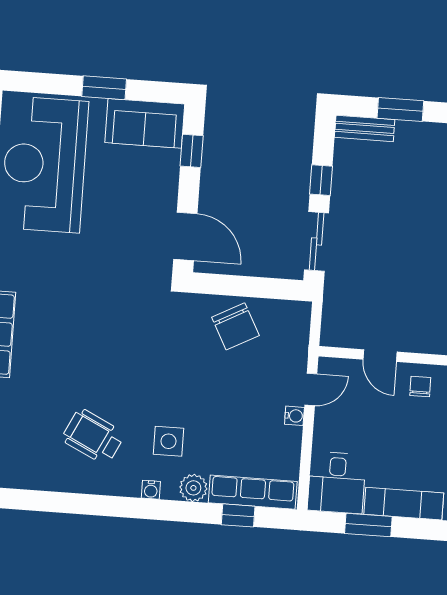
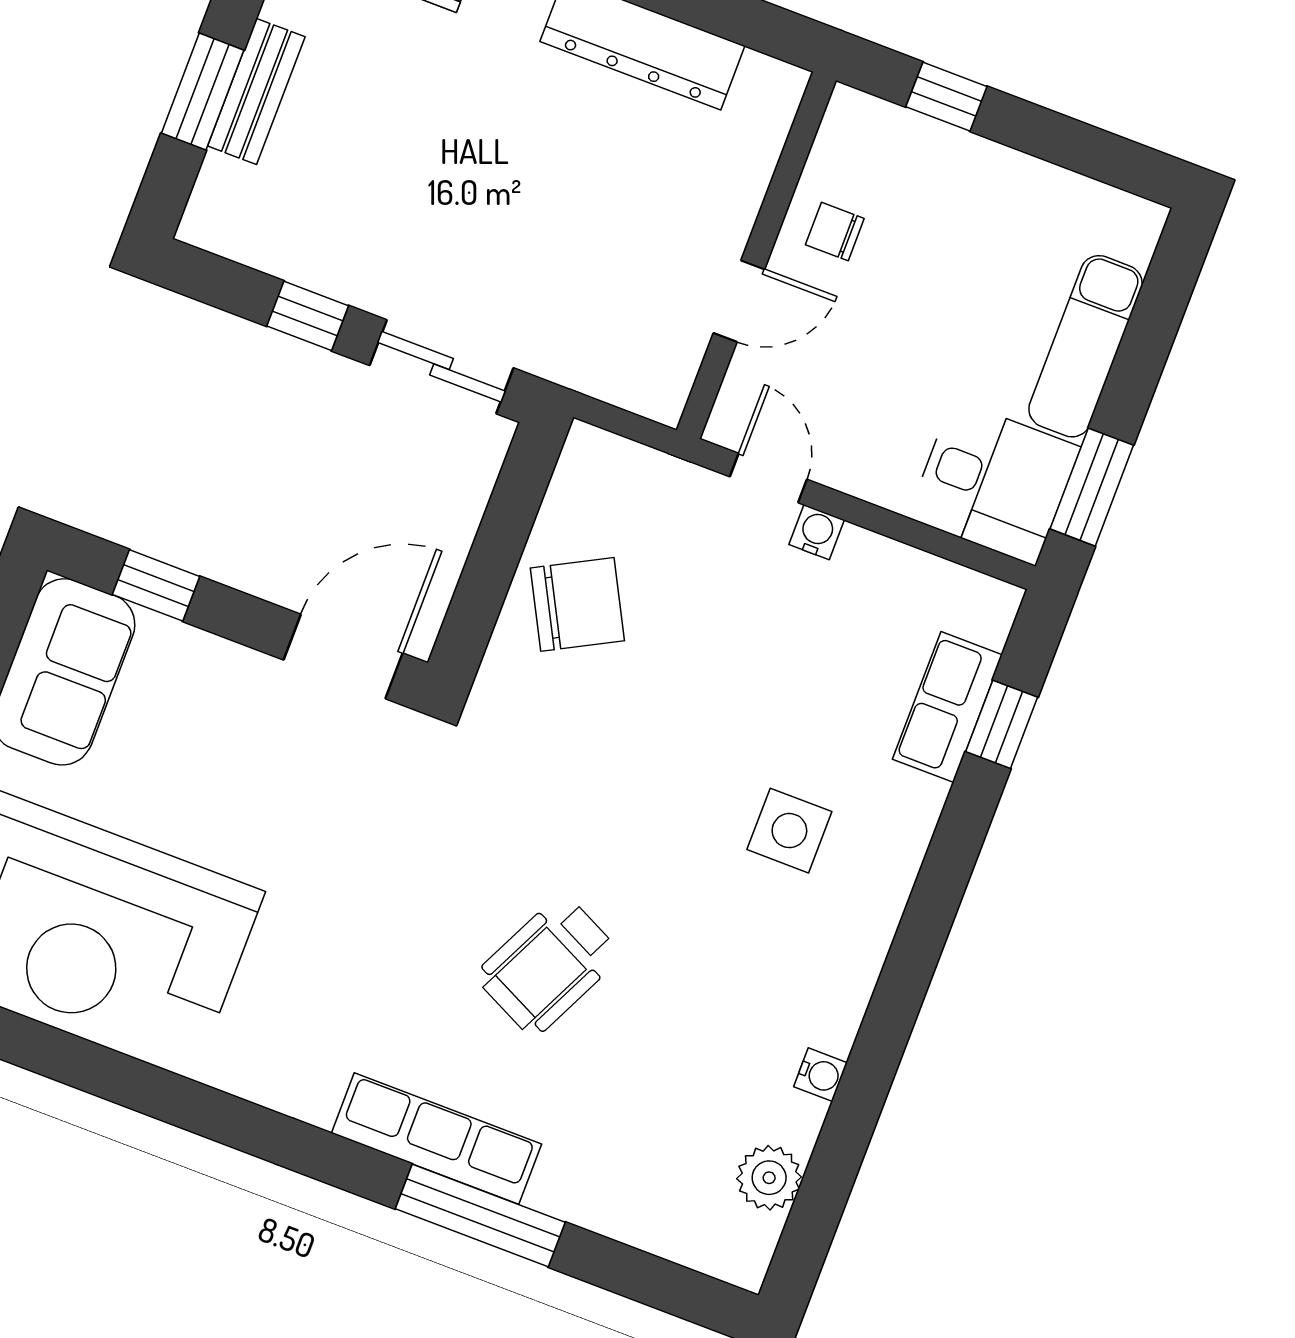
bench: (365, 128) -> (256, 91), moved
wheelchair: (93, 437) -> (548, 965), moved
plant: (193, 488) -> (769, 1178), moved
water cooler: (151, 490) -> (821, 1075), moved
row of seats: (253, 492) -> (947, 707), width x0.68
window: (368, 525) -> (1092, 487), moved

